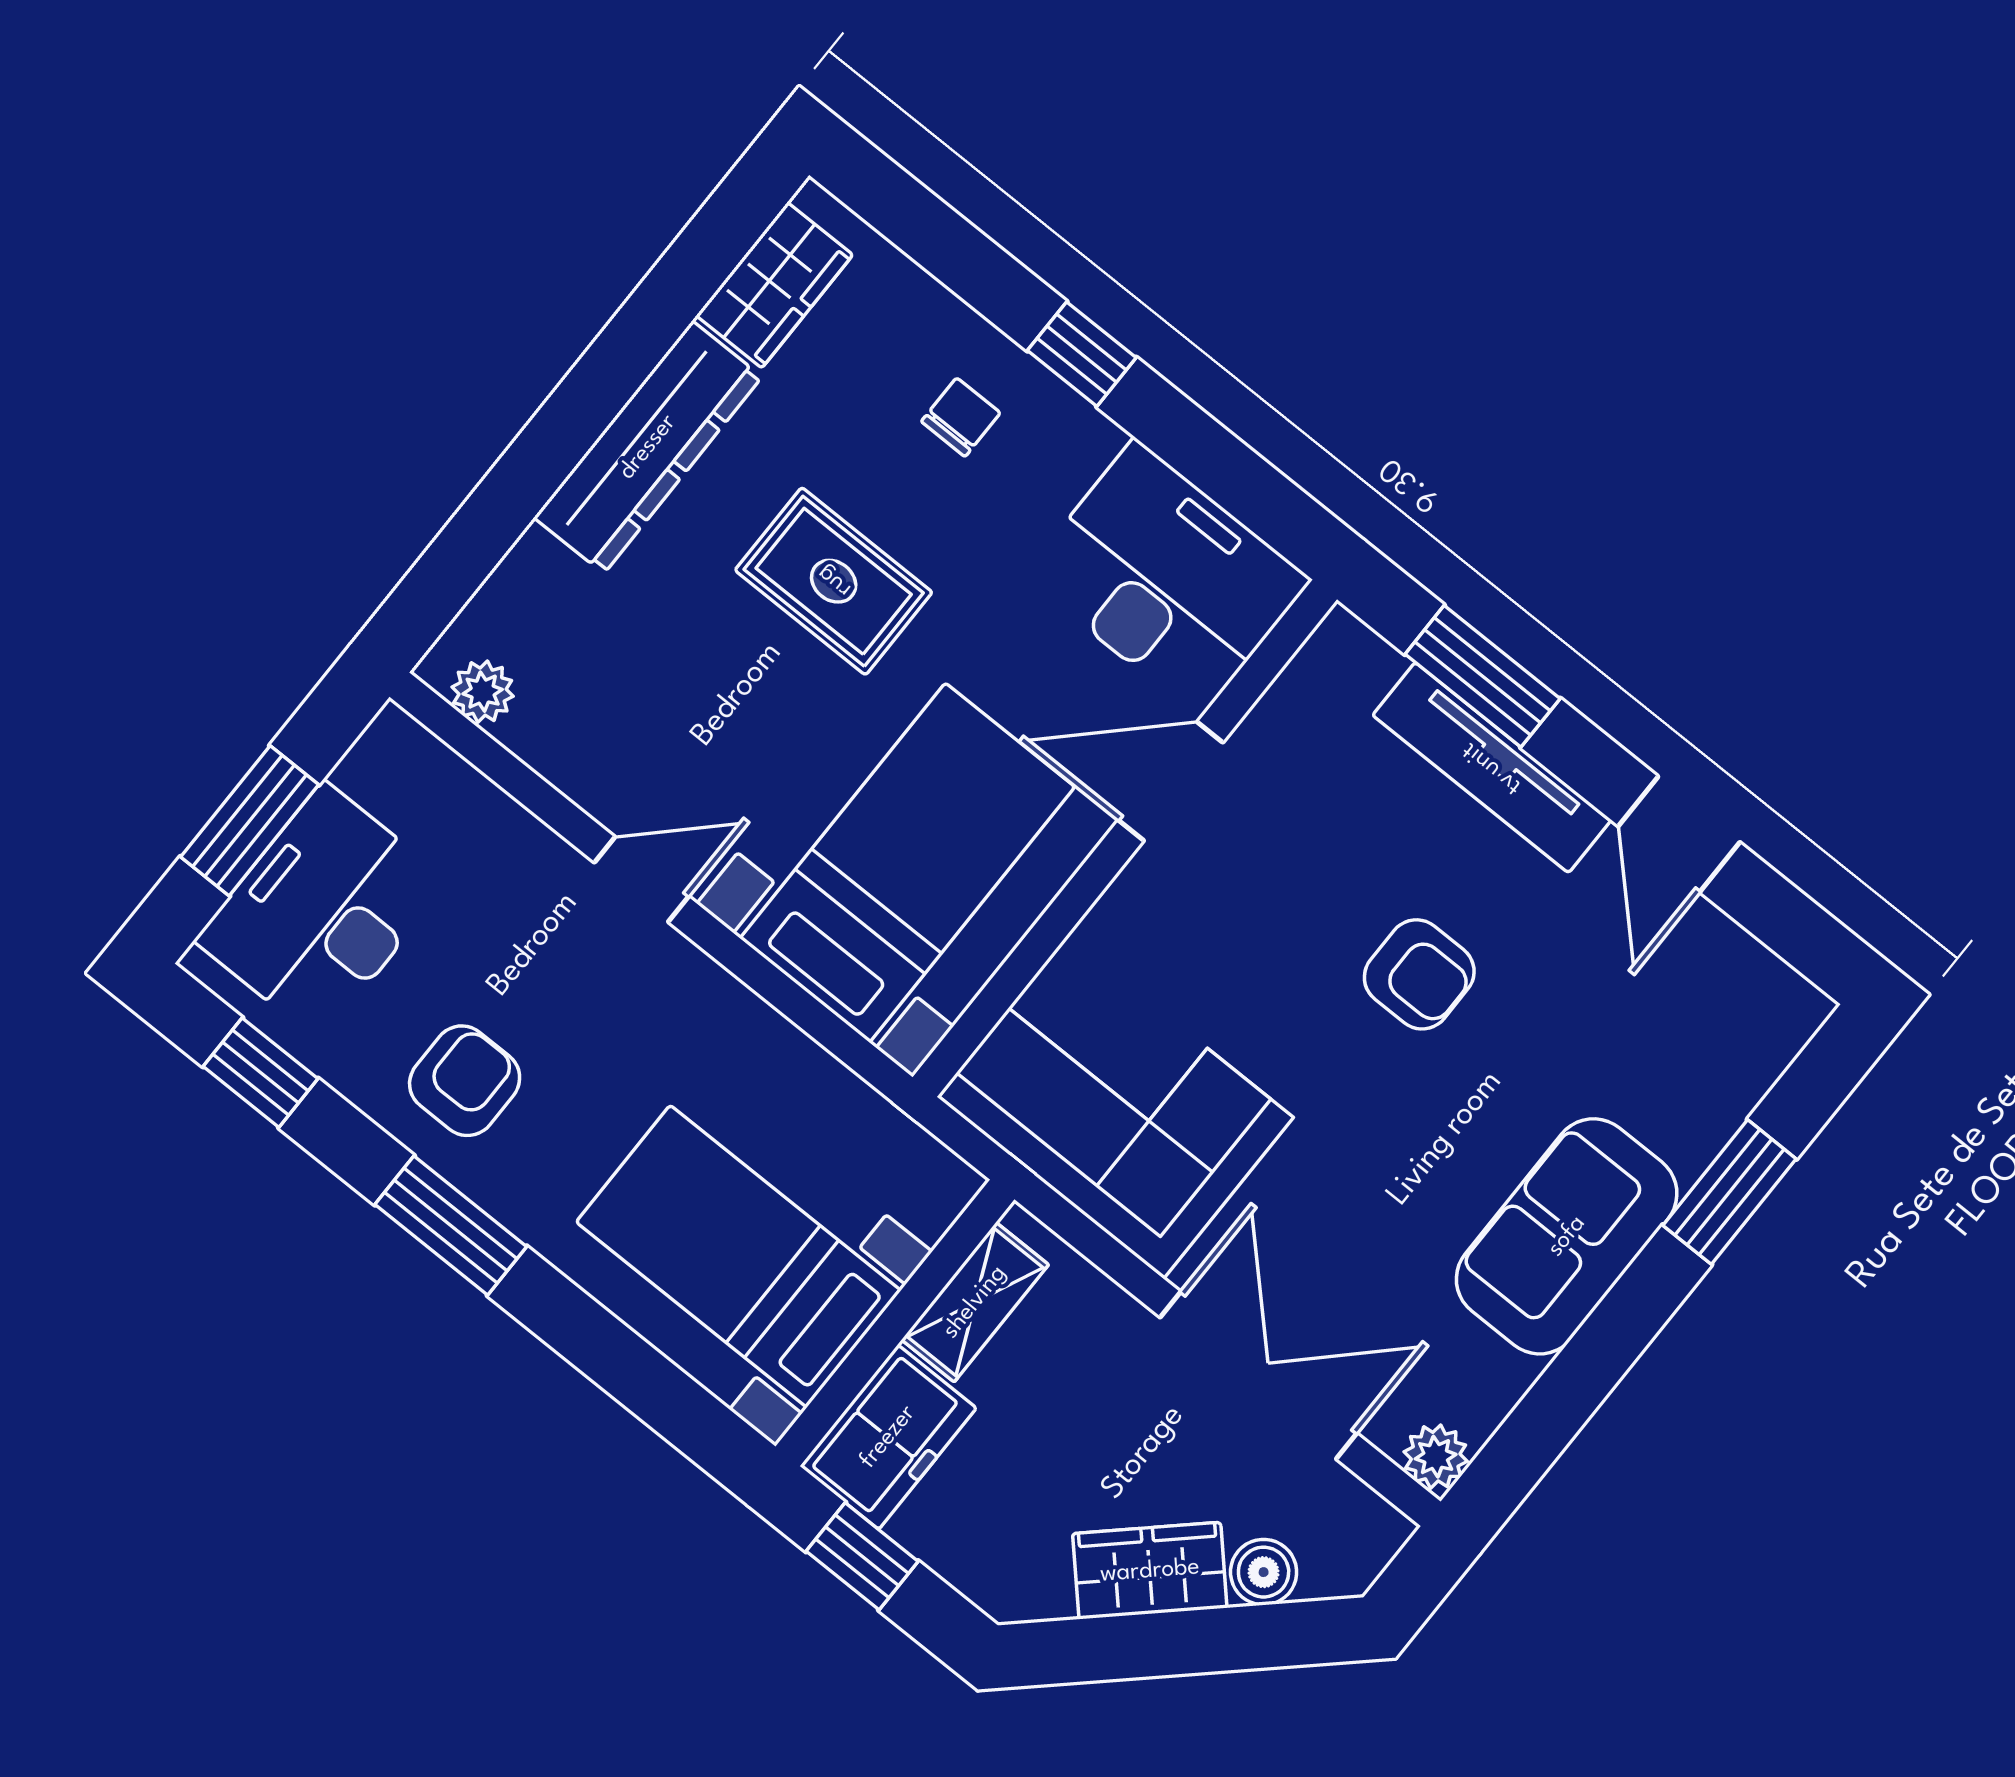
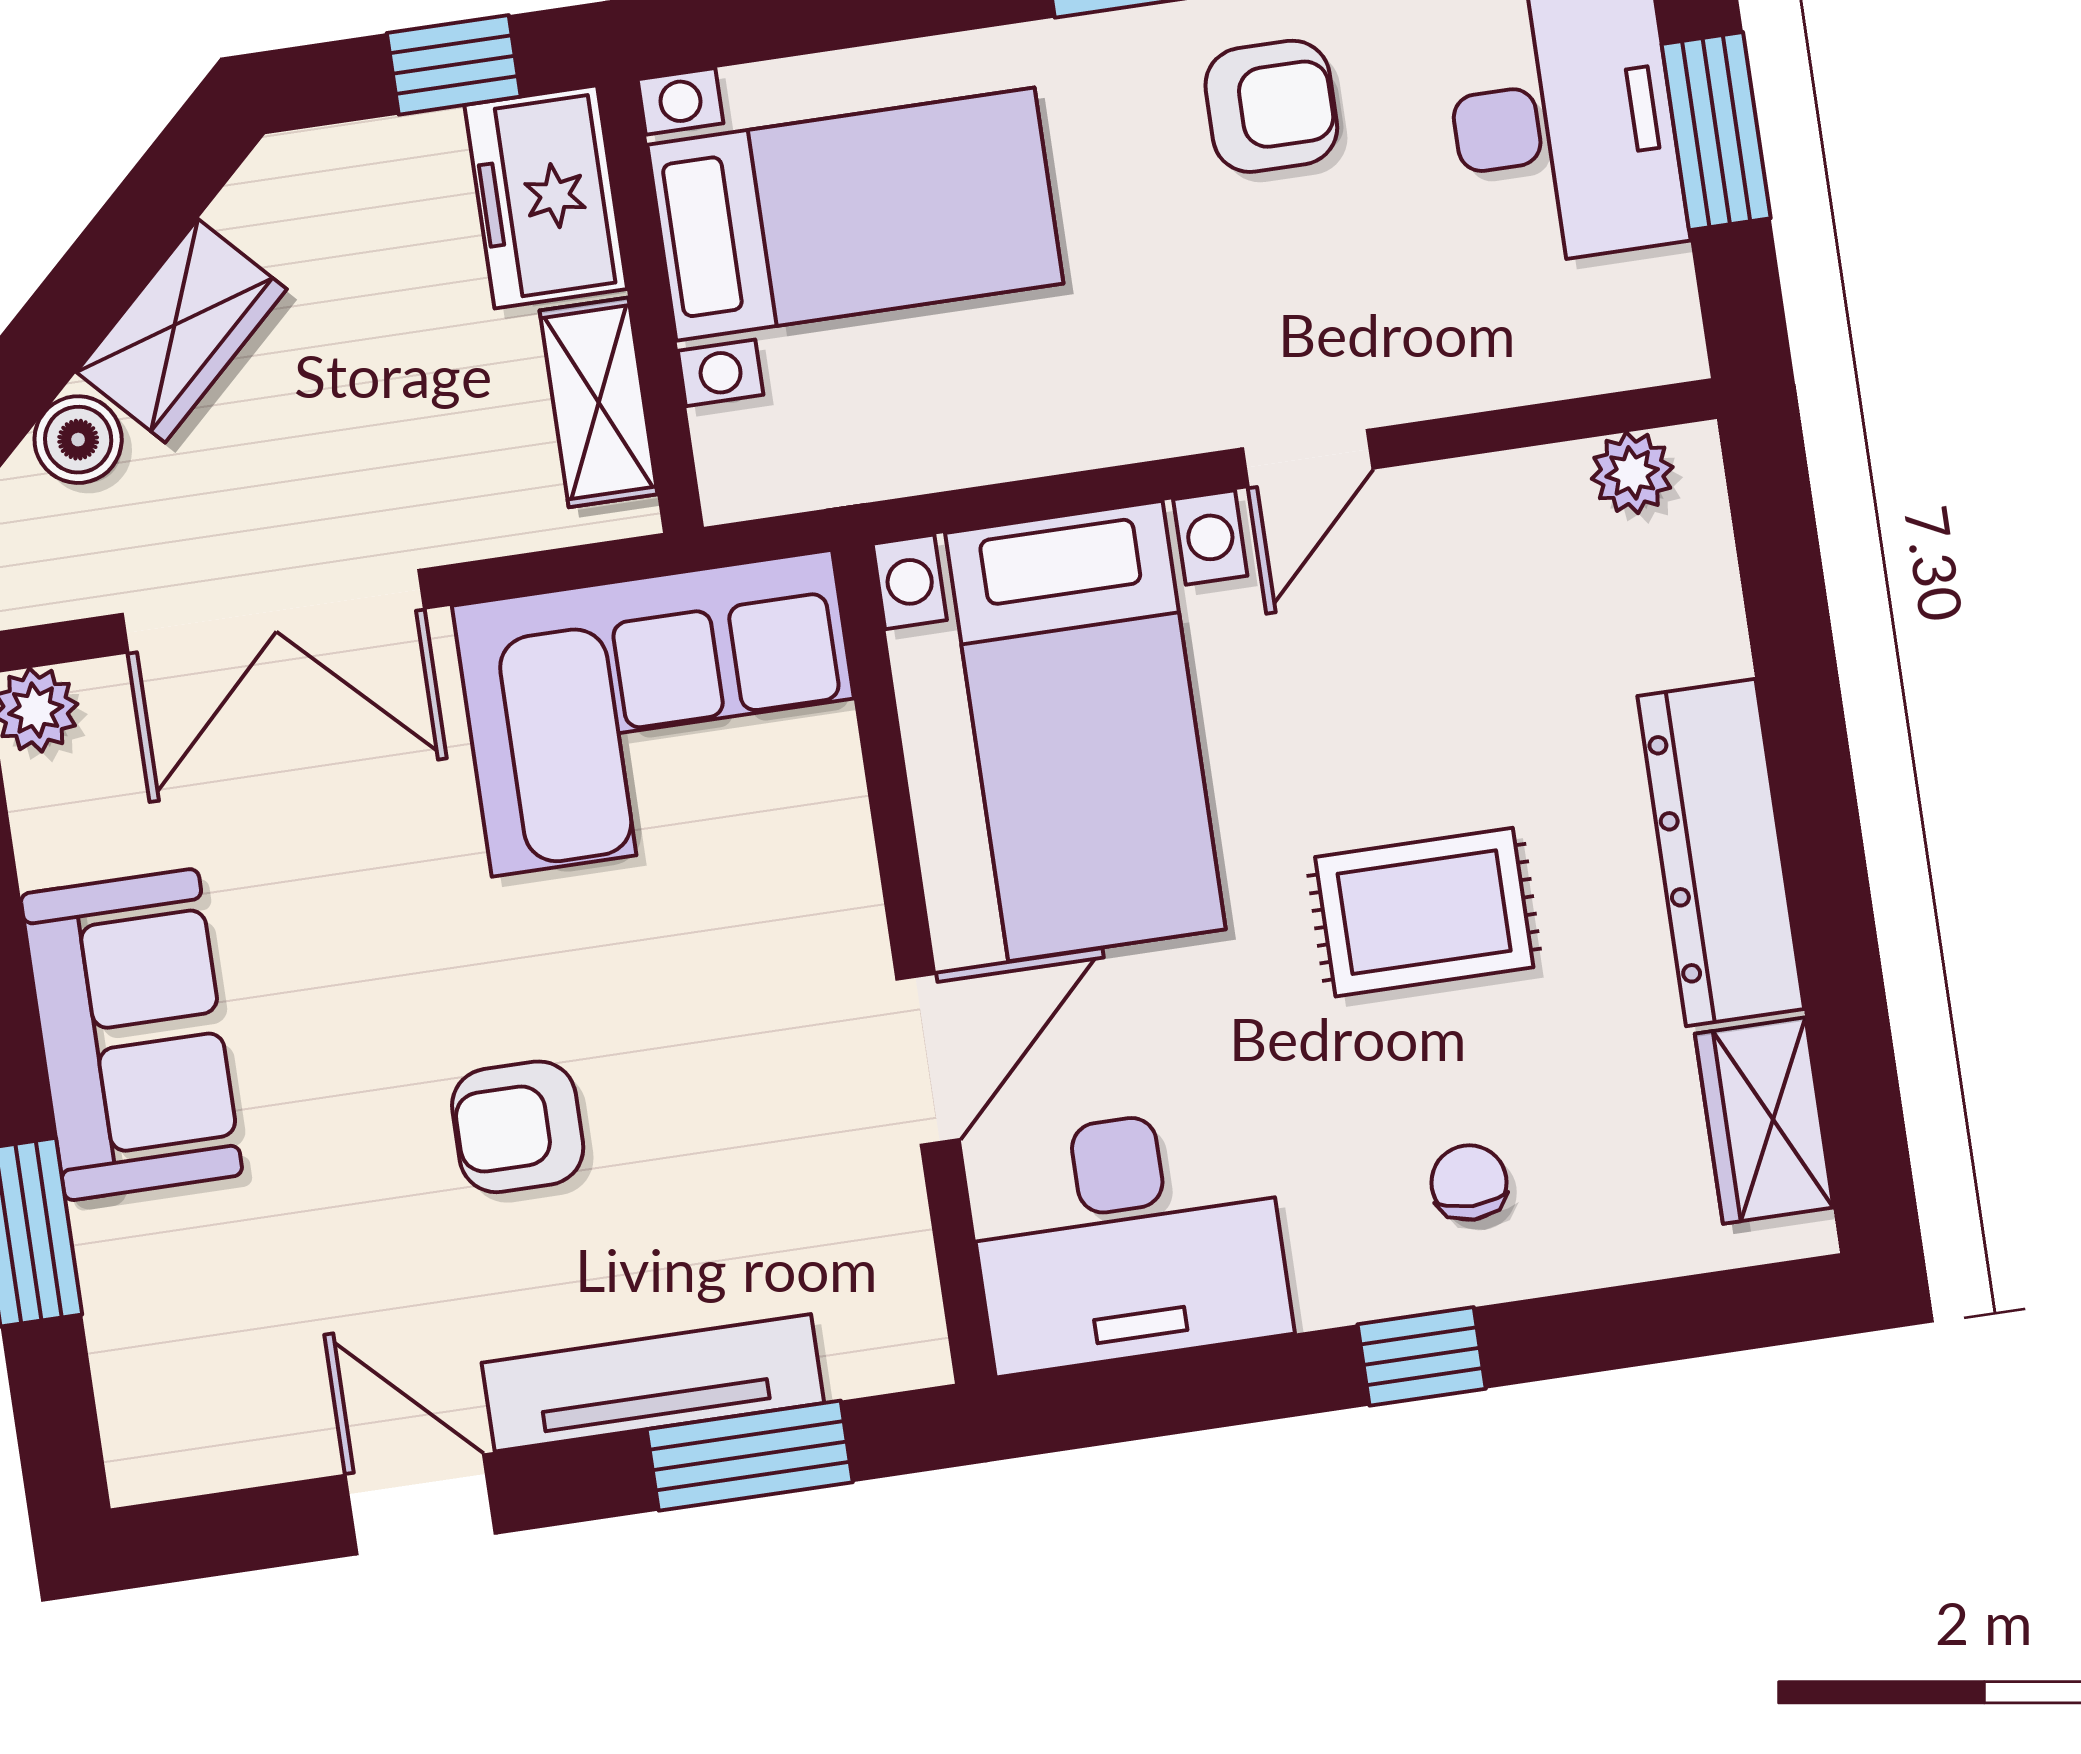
chair: (961, 417) -> (1469, 1183), turned 180
armchair: (465, 1081) -> (1271, 106), turned -90

